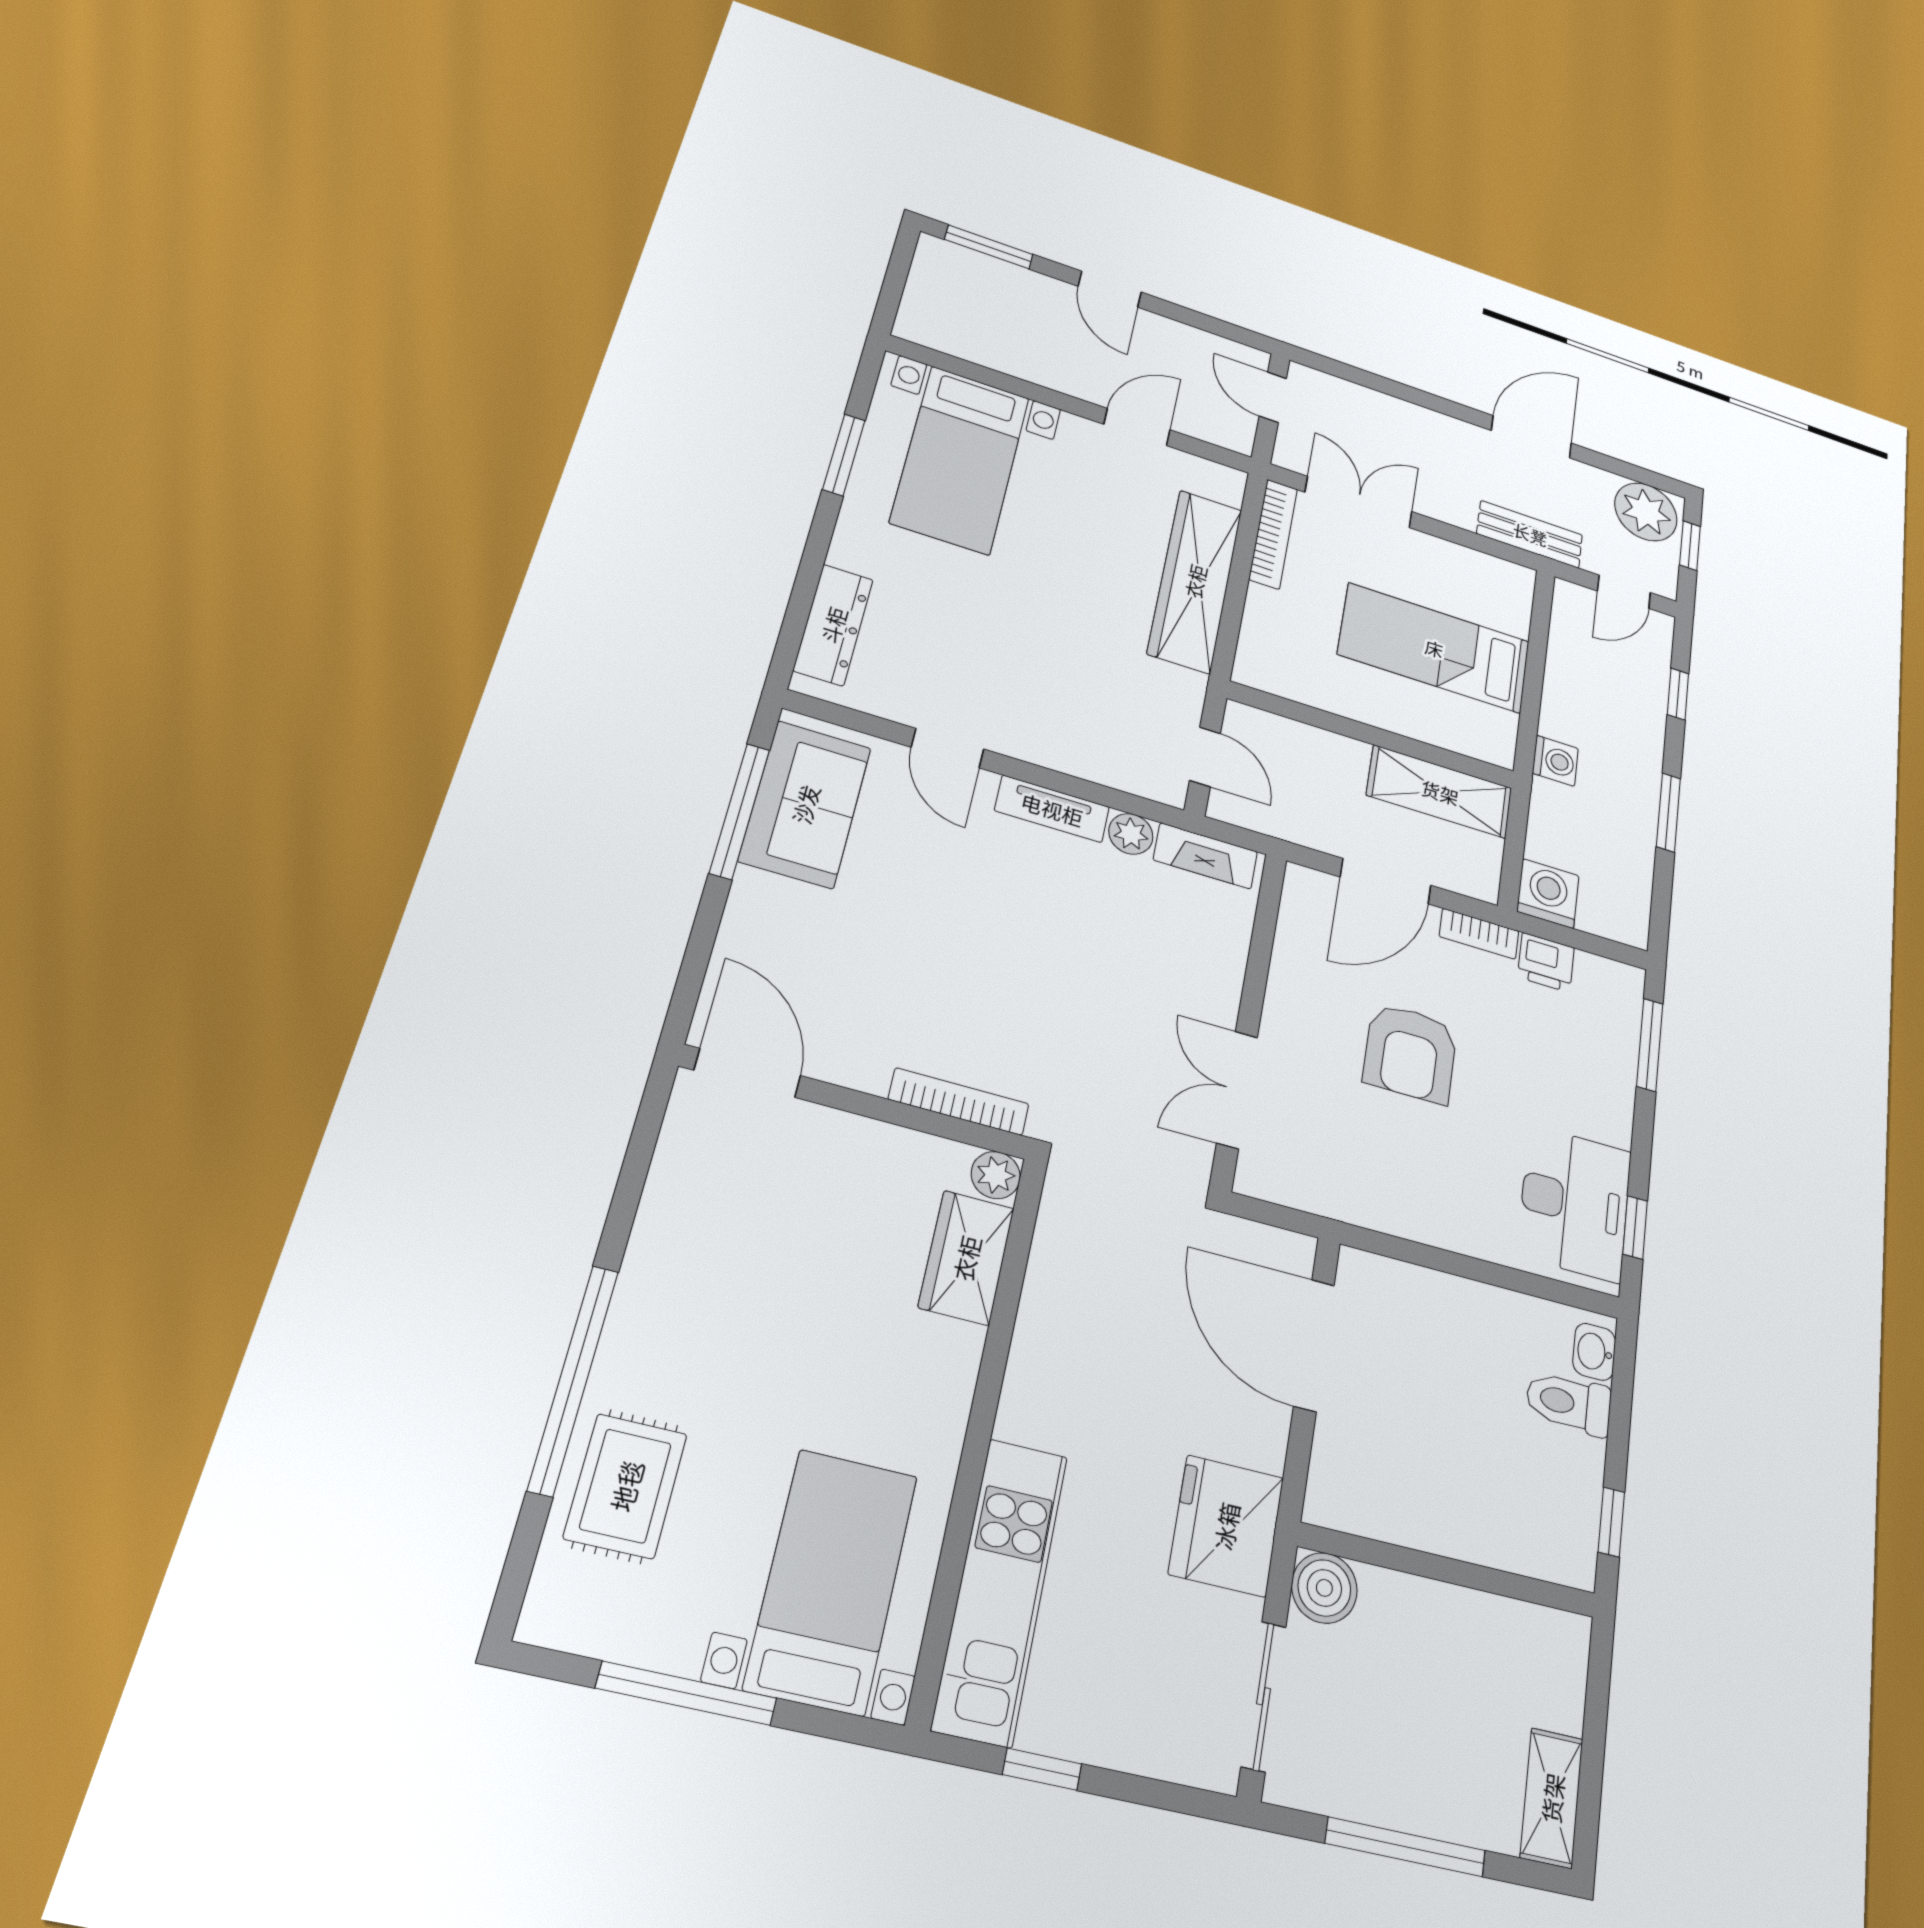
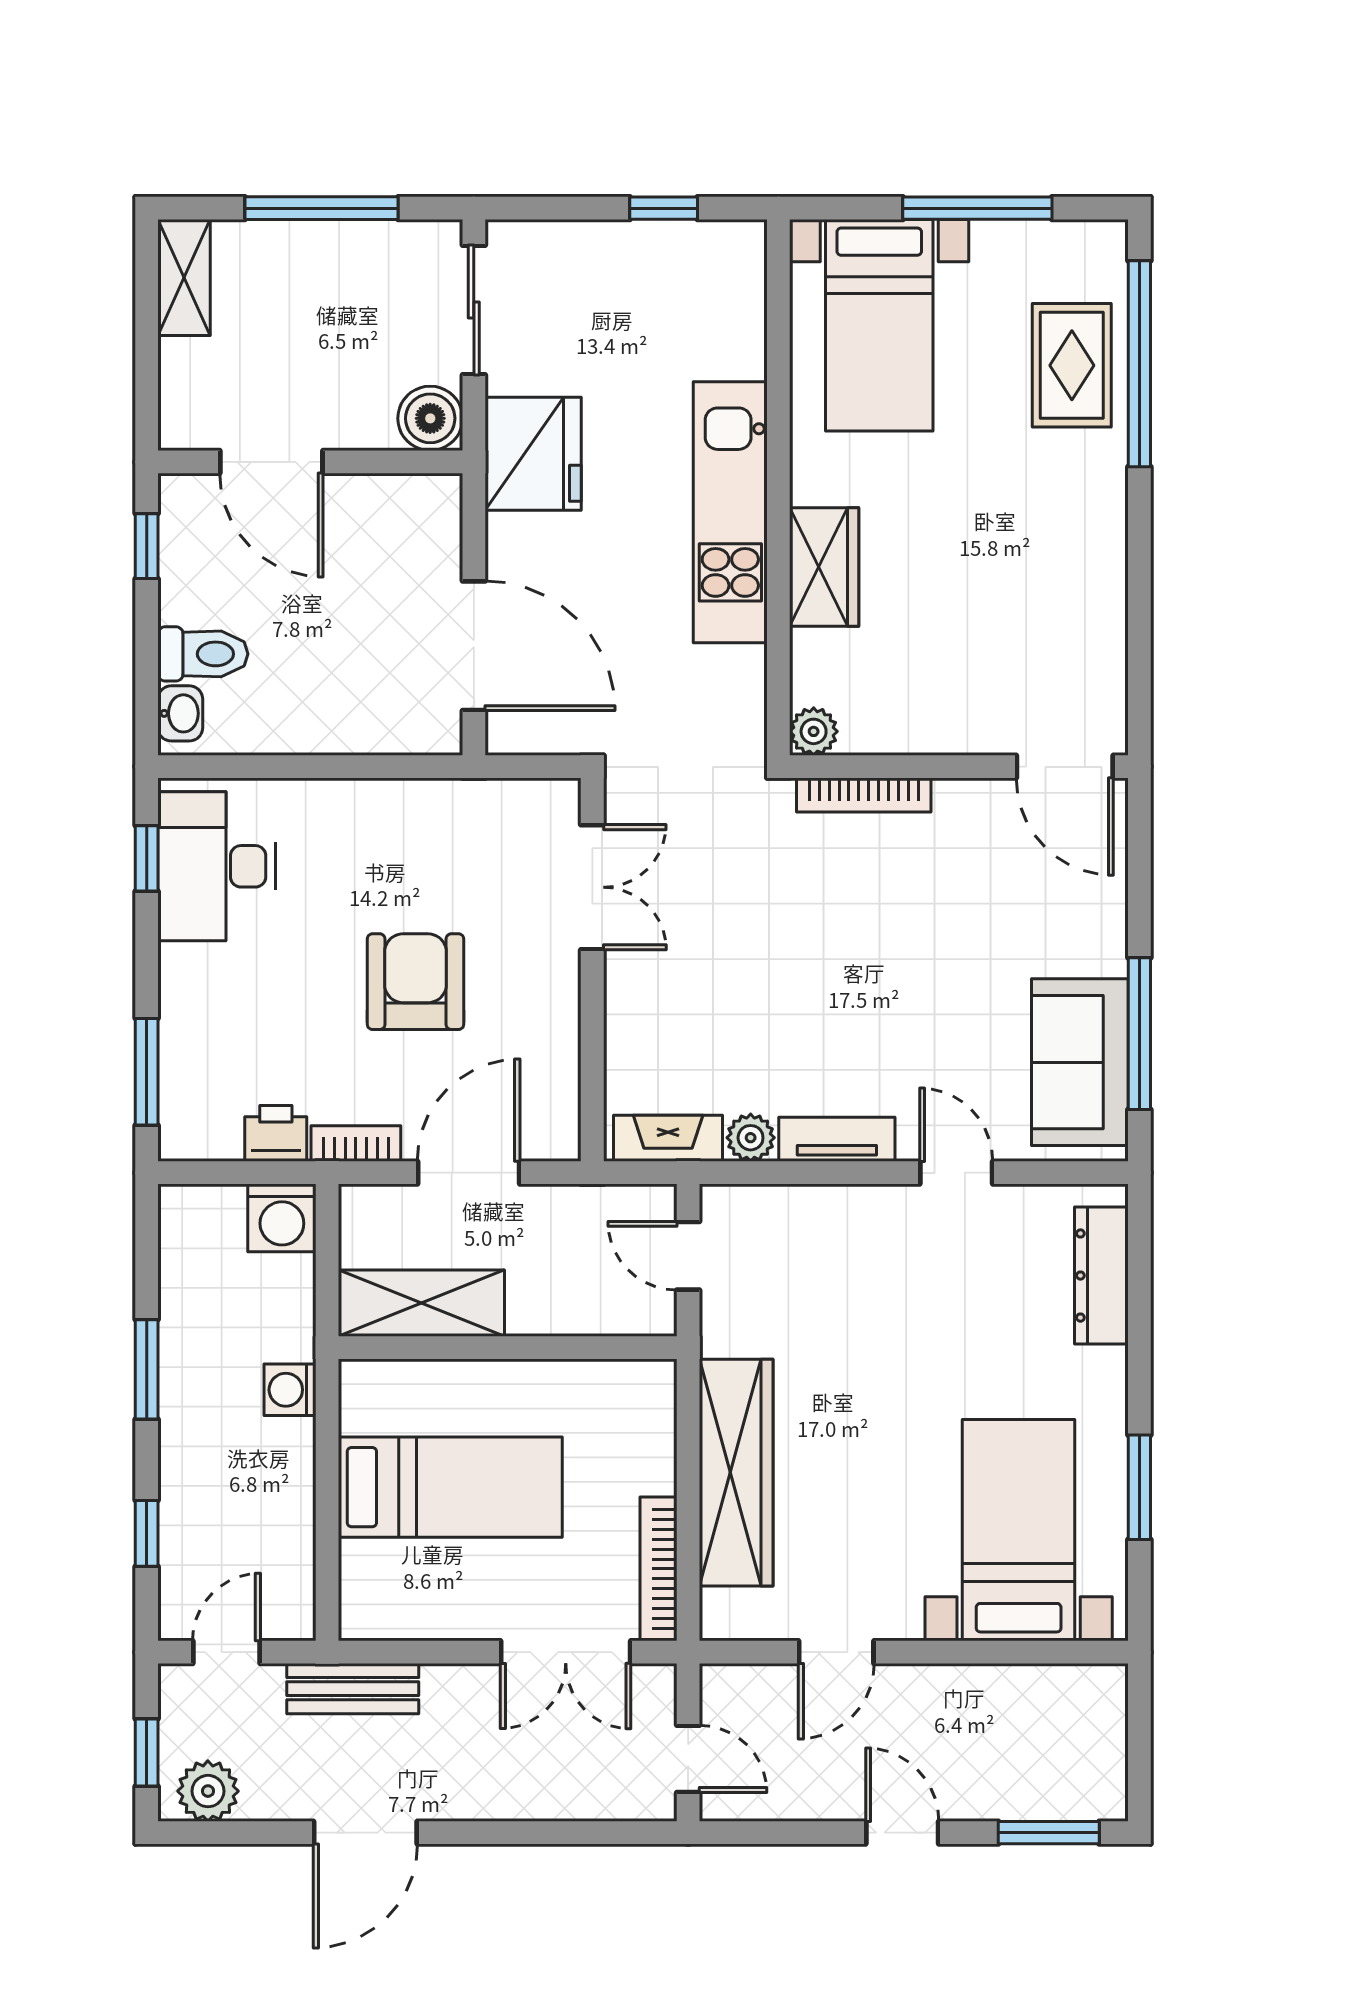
plant: (1646, 512) -> (208, 1791), width x0.73, depth x0.73
wardrobe: (966, 1258) -> (824, 567), moved
window: (573, 1379) -> (1139, 364), moved
door: (1486, 1579) -> (271, 462), added
kitchen unit: (1001, 1590) -> (730, 512), moved

